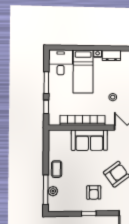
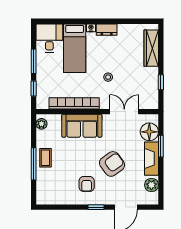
window: (46, 190) -> (34, 164), moved
plant: (53, 191) -> (42, 124), moved
window: (89, 214) -> (96, 207), moved

